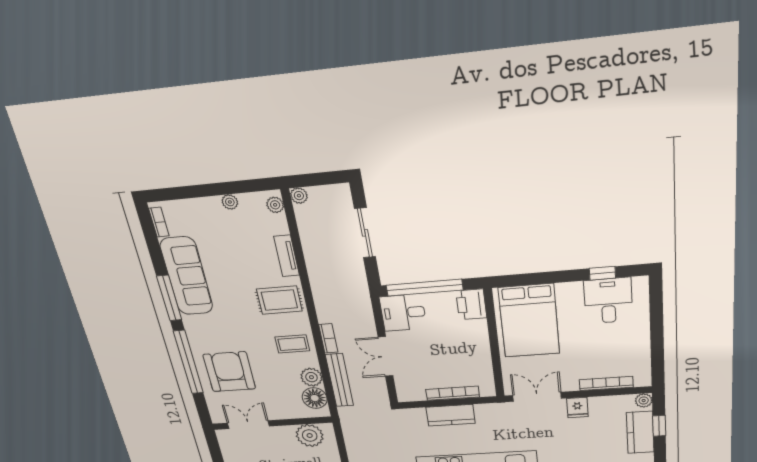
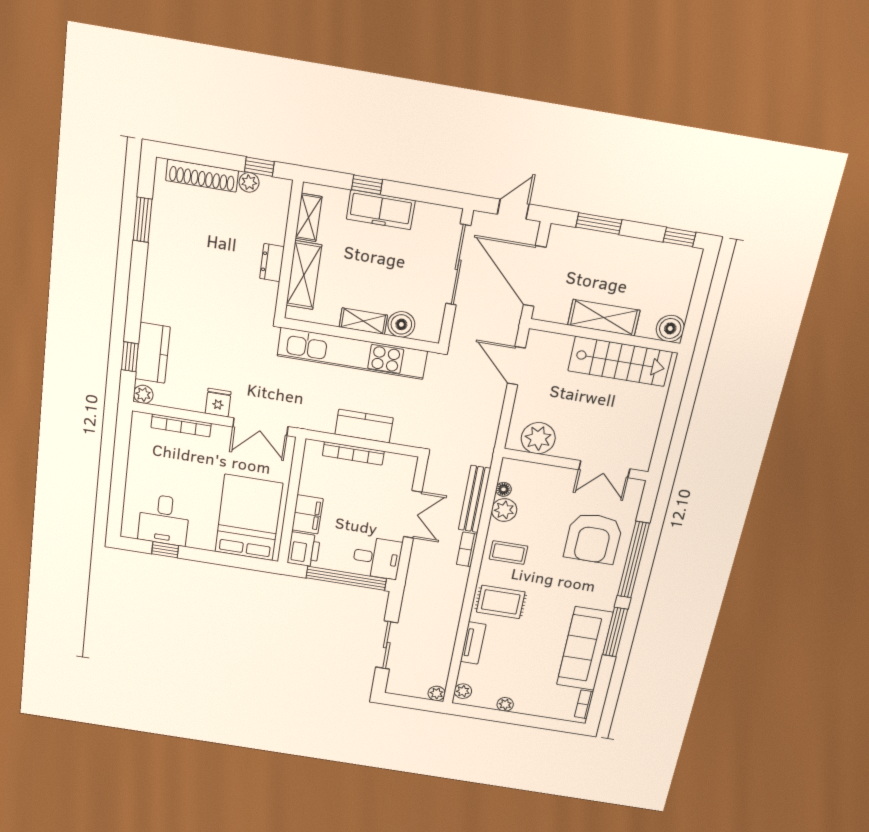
filing cabinet: (477, 336) -> (307, 514), added
floor lamp: (315, 398) -> (504, 489), width x0.53, depth x0.53

